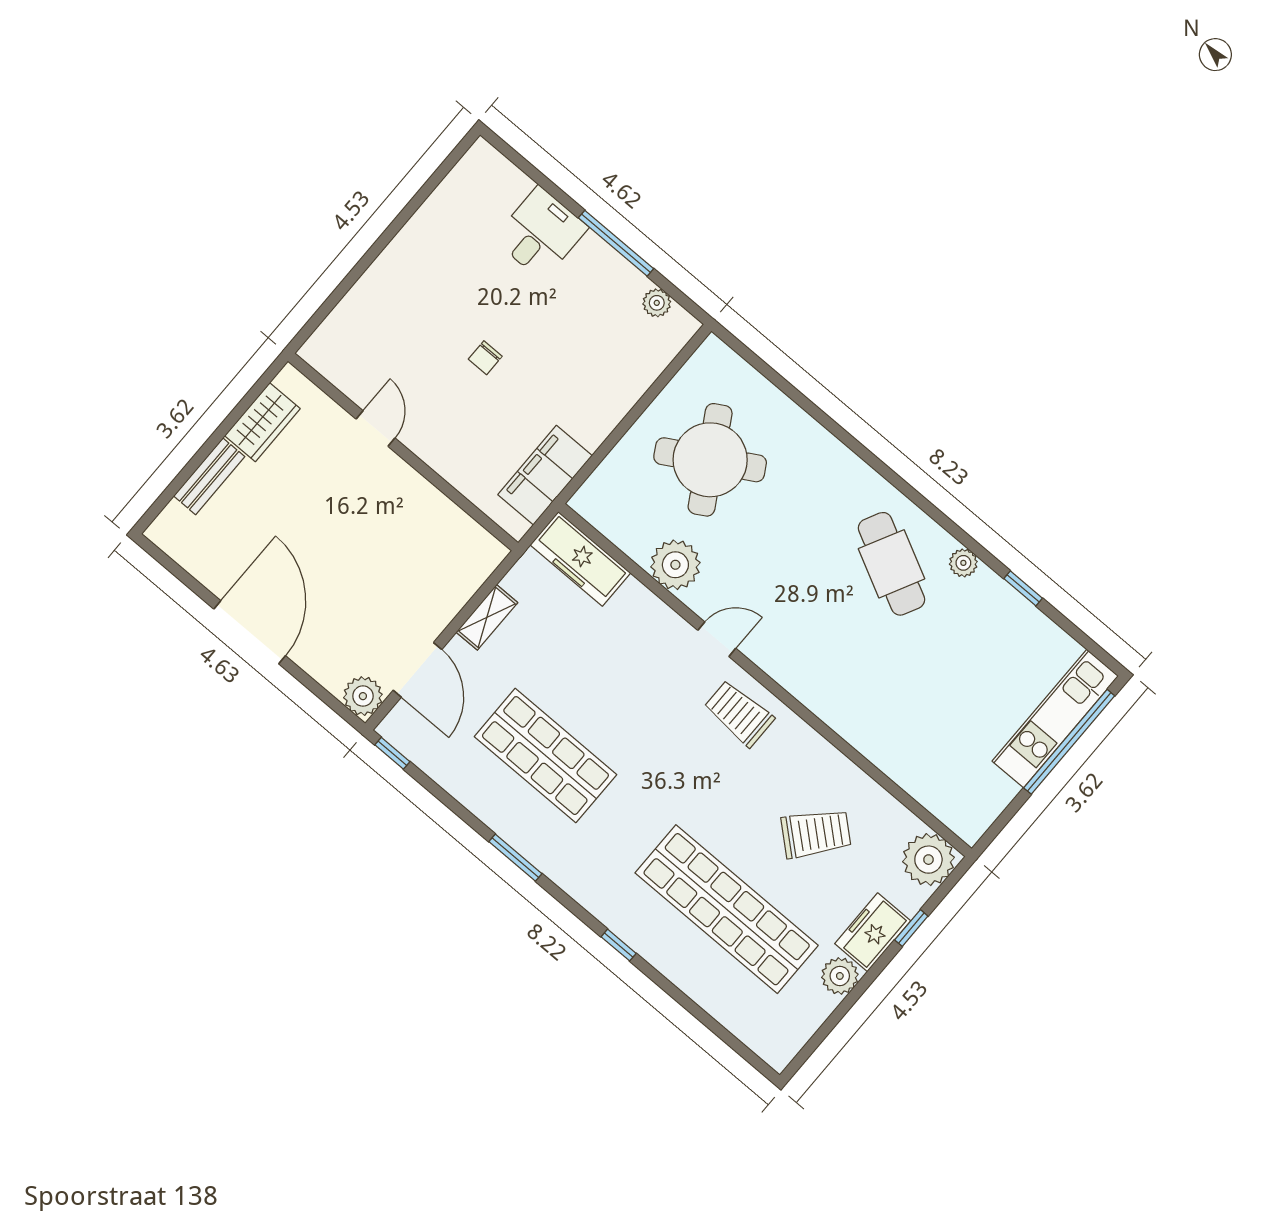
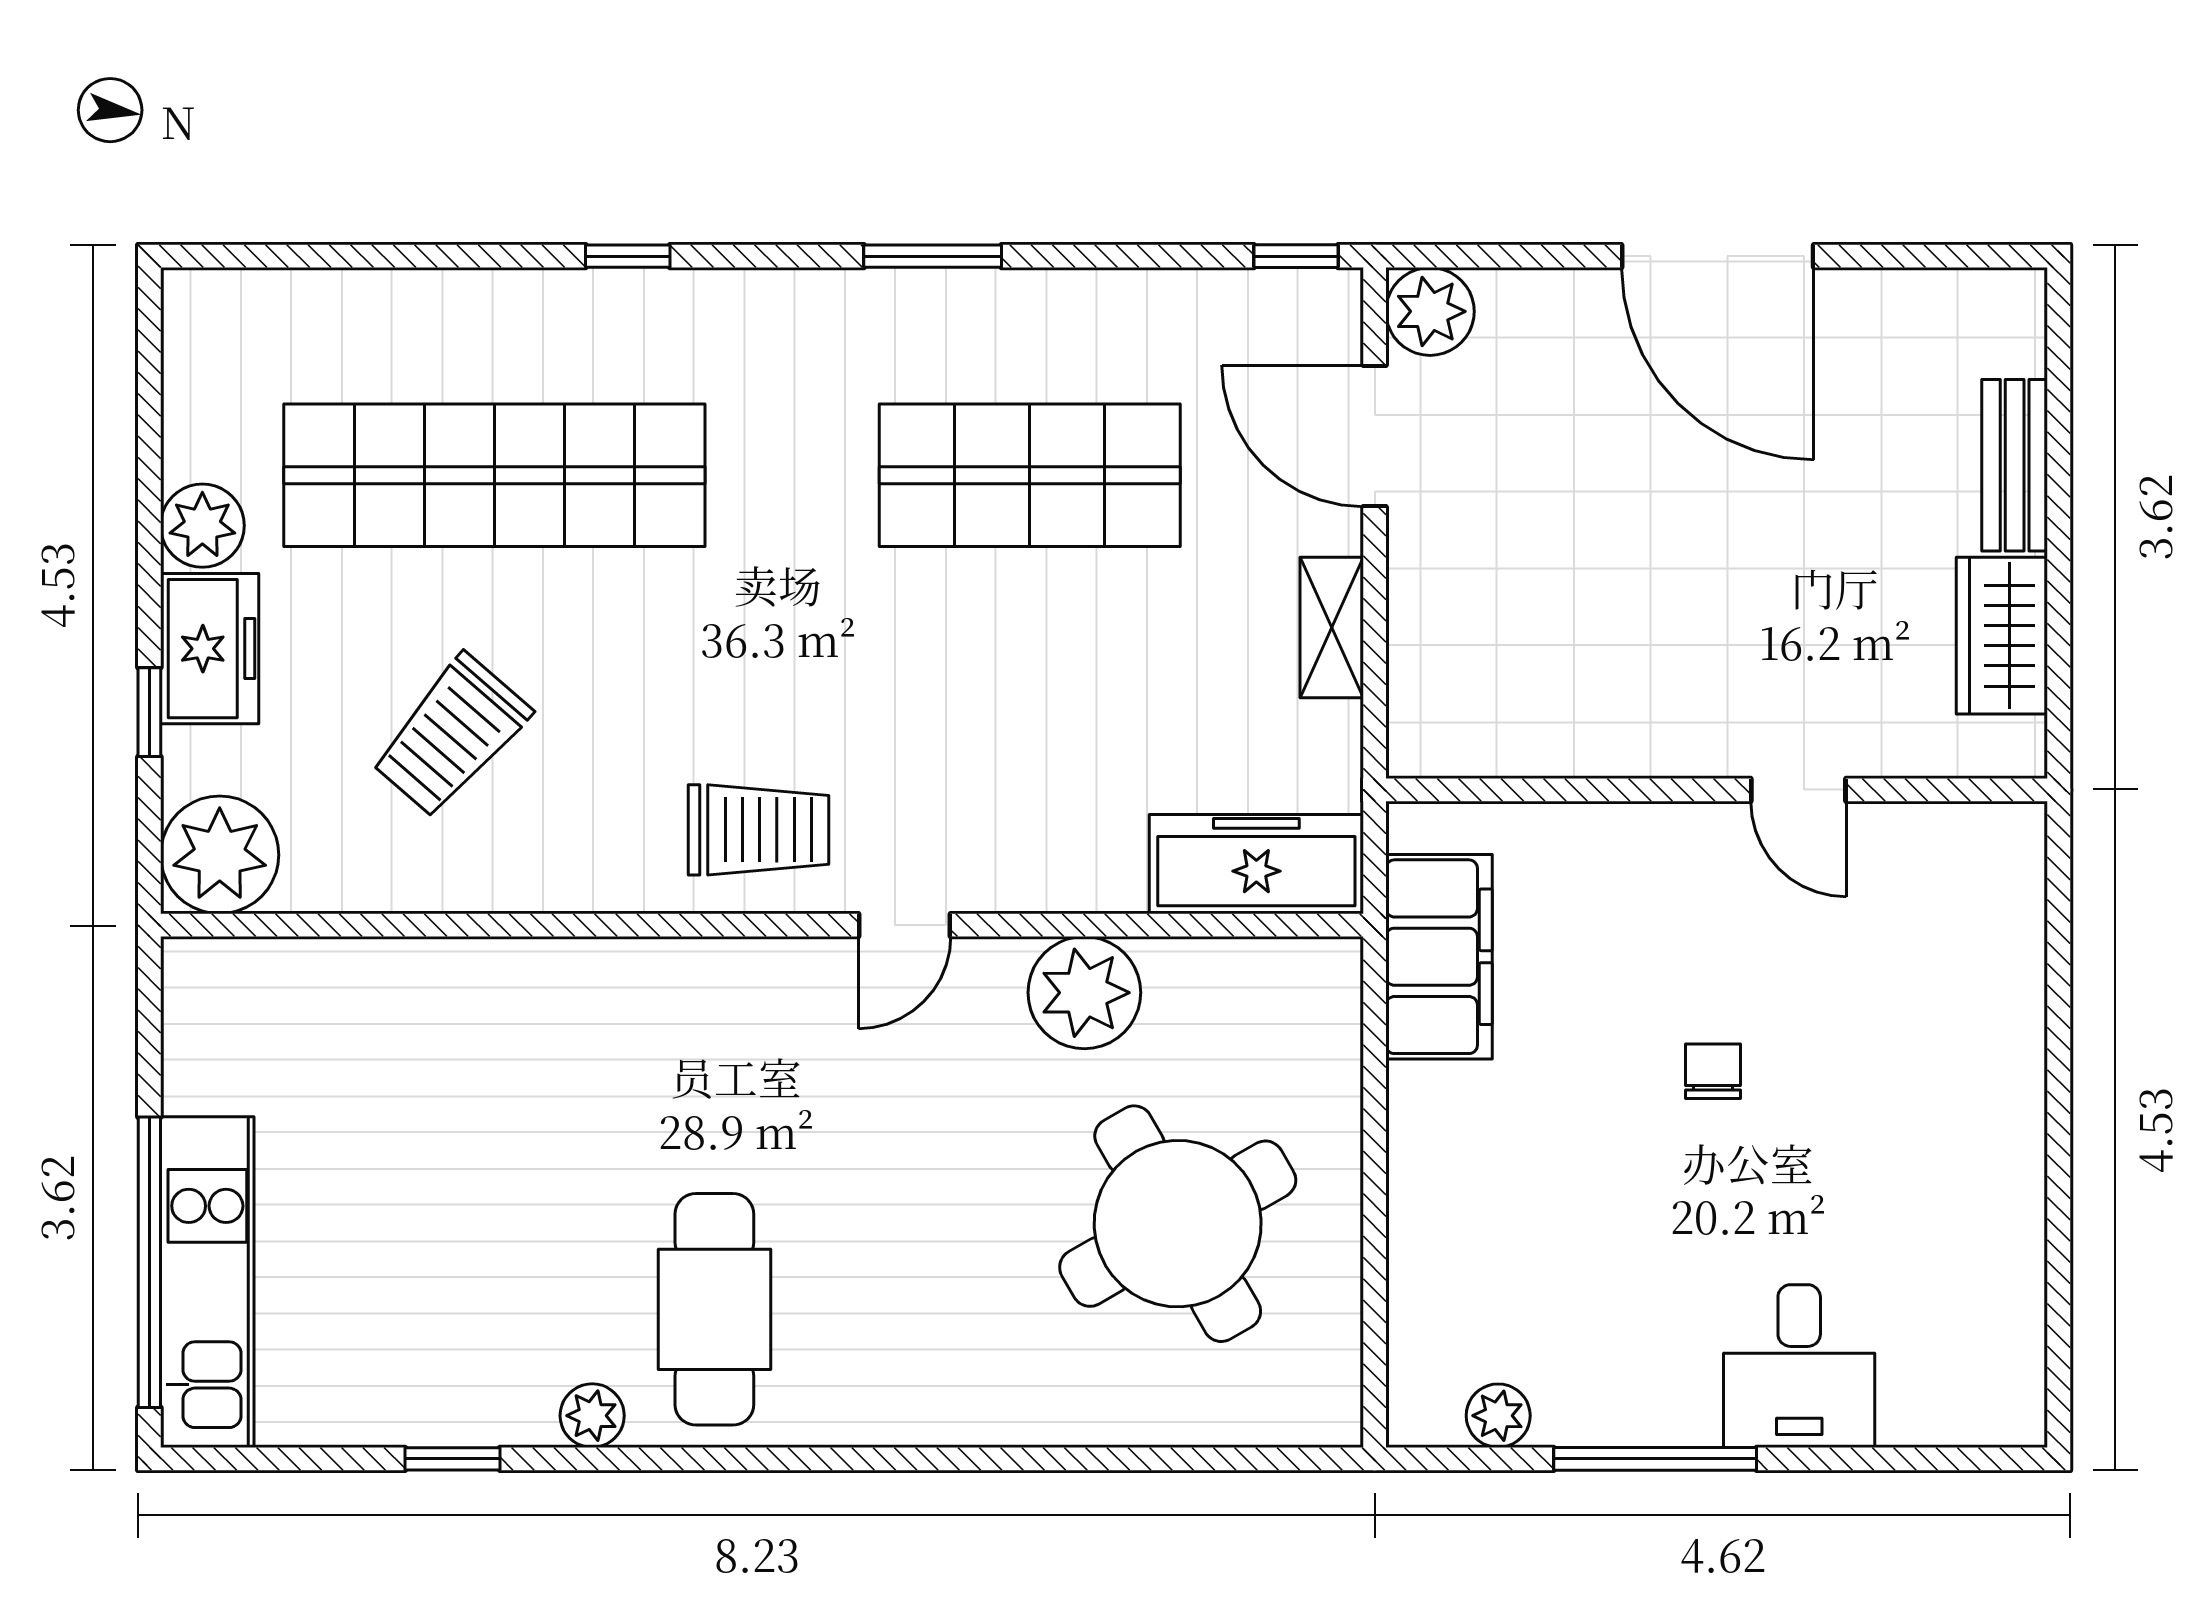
cafe table: (891, 564) -> (714, 1309), turned 63

